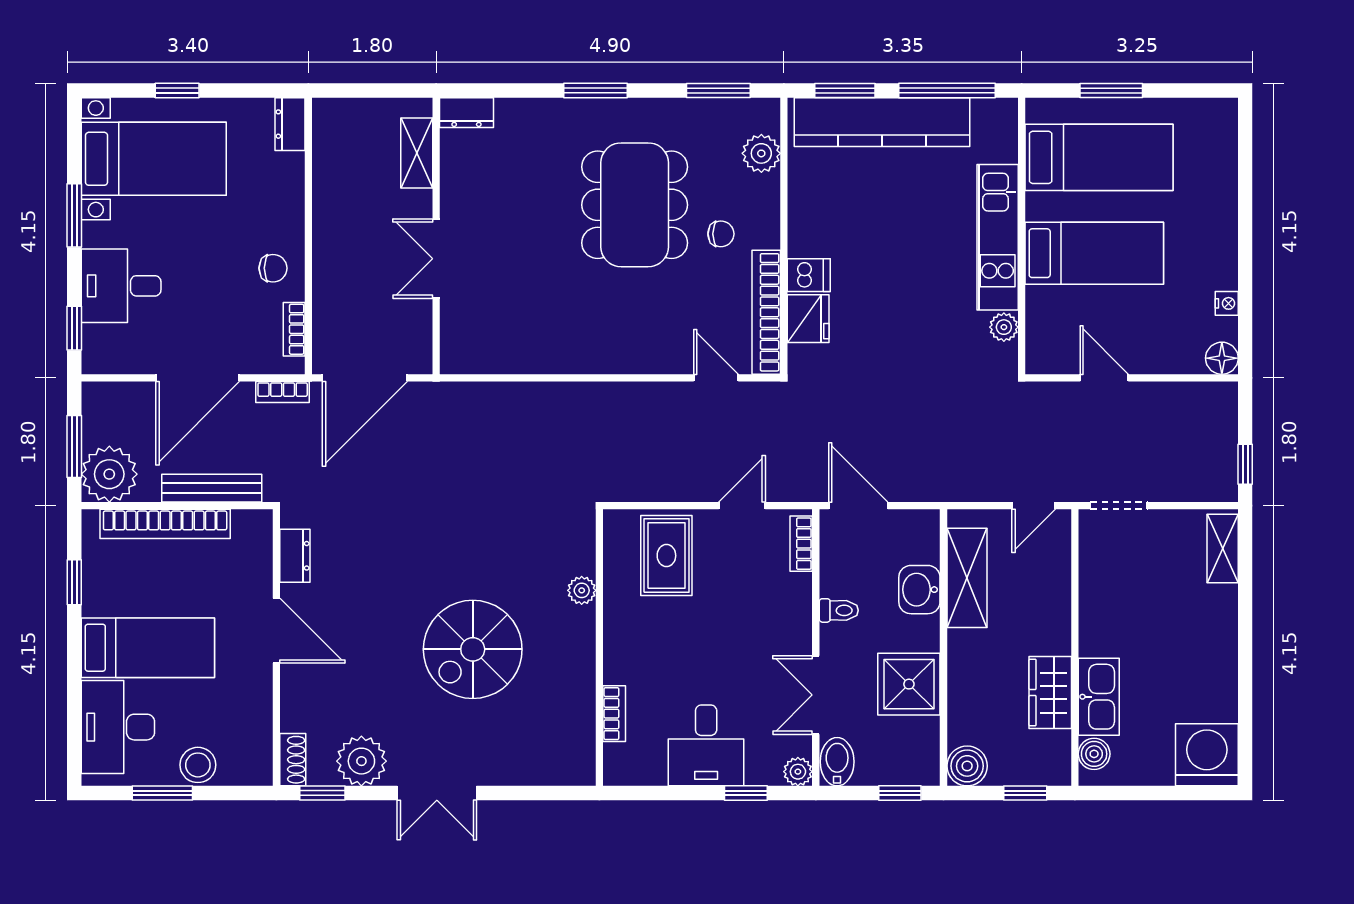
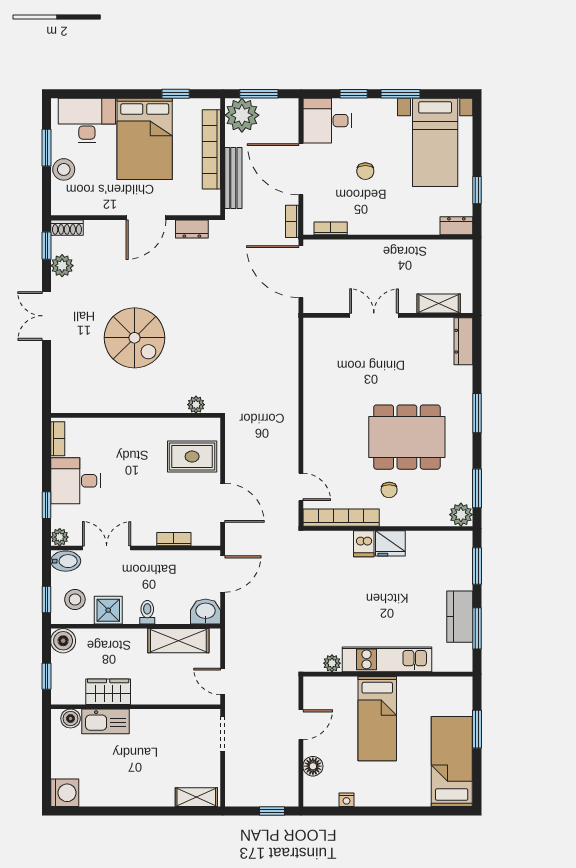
window: (177, 91) -> (477, 190), moved
window: (947, 91) -> (477, 628), width x0.69
dresser: (466, 113) -> (463, 341), width x1.44
kitchen counter: (882, 122) -> (460, 617), width x0.48, depth x0.86
plant: (761, 153) -> (461, 515), moved
bed: (1099, 157) -> (452, 761), moved, turned 180
chair: (273, 268) -> (365, 171), moved
desk: (121, 286) -> (327, 121), moved, turned -90
fridge: (808, 319) -> (390, 543), moved
window: (74, 328) -> (354, 94), moved
floor lamp: (1222, 358) -> (313, 766), moved
door: (716, 378) -> (301, 487), hinge flipped
window: (1245, 464) -> (272, 811), moved
door: (742, 506) -> (223, 503), width x1.38
bookcase: (801, 544) -> (174, 539), moved
plant: (582, 590) -> (196, 405), moved
washbasin: (919, 590) -> (206, 612), moved
toilet: (839, 610) -> (147, 612), moved, turned 180
bed: (148, 648) -> (145, 139), width x1.50
spiral stairs: (473, 649) -> (135, 338), turned 180
shower: (909, 684) -> (108, 610), width x0.73, depth x0.73
bookcase: (614, 714) -> (58, 439), moved, turned -90
stool: (900, 747) -> (75, 599), added
washing machine: (1207, 755) -> (65, 793), width x0.73, depth x0.73
plant: (361, 761) -> (62, 266), width x0.73, depth x0.73

